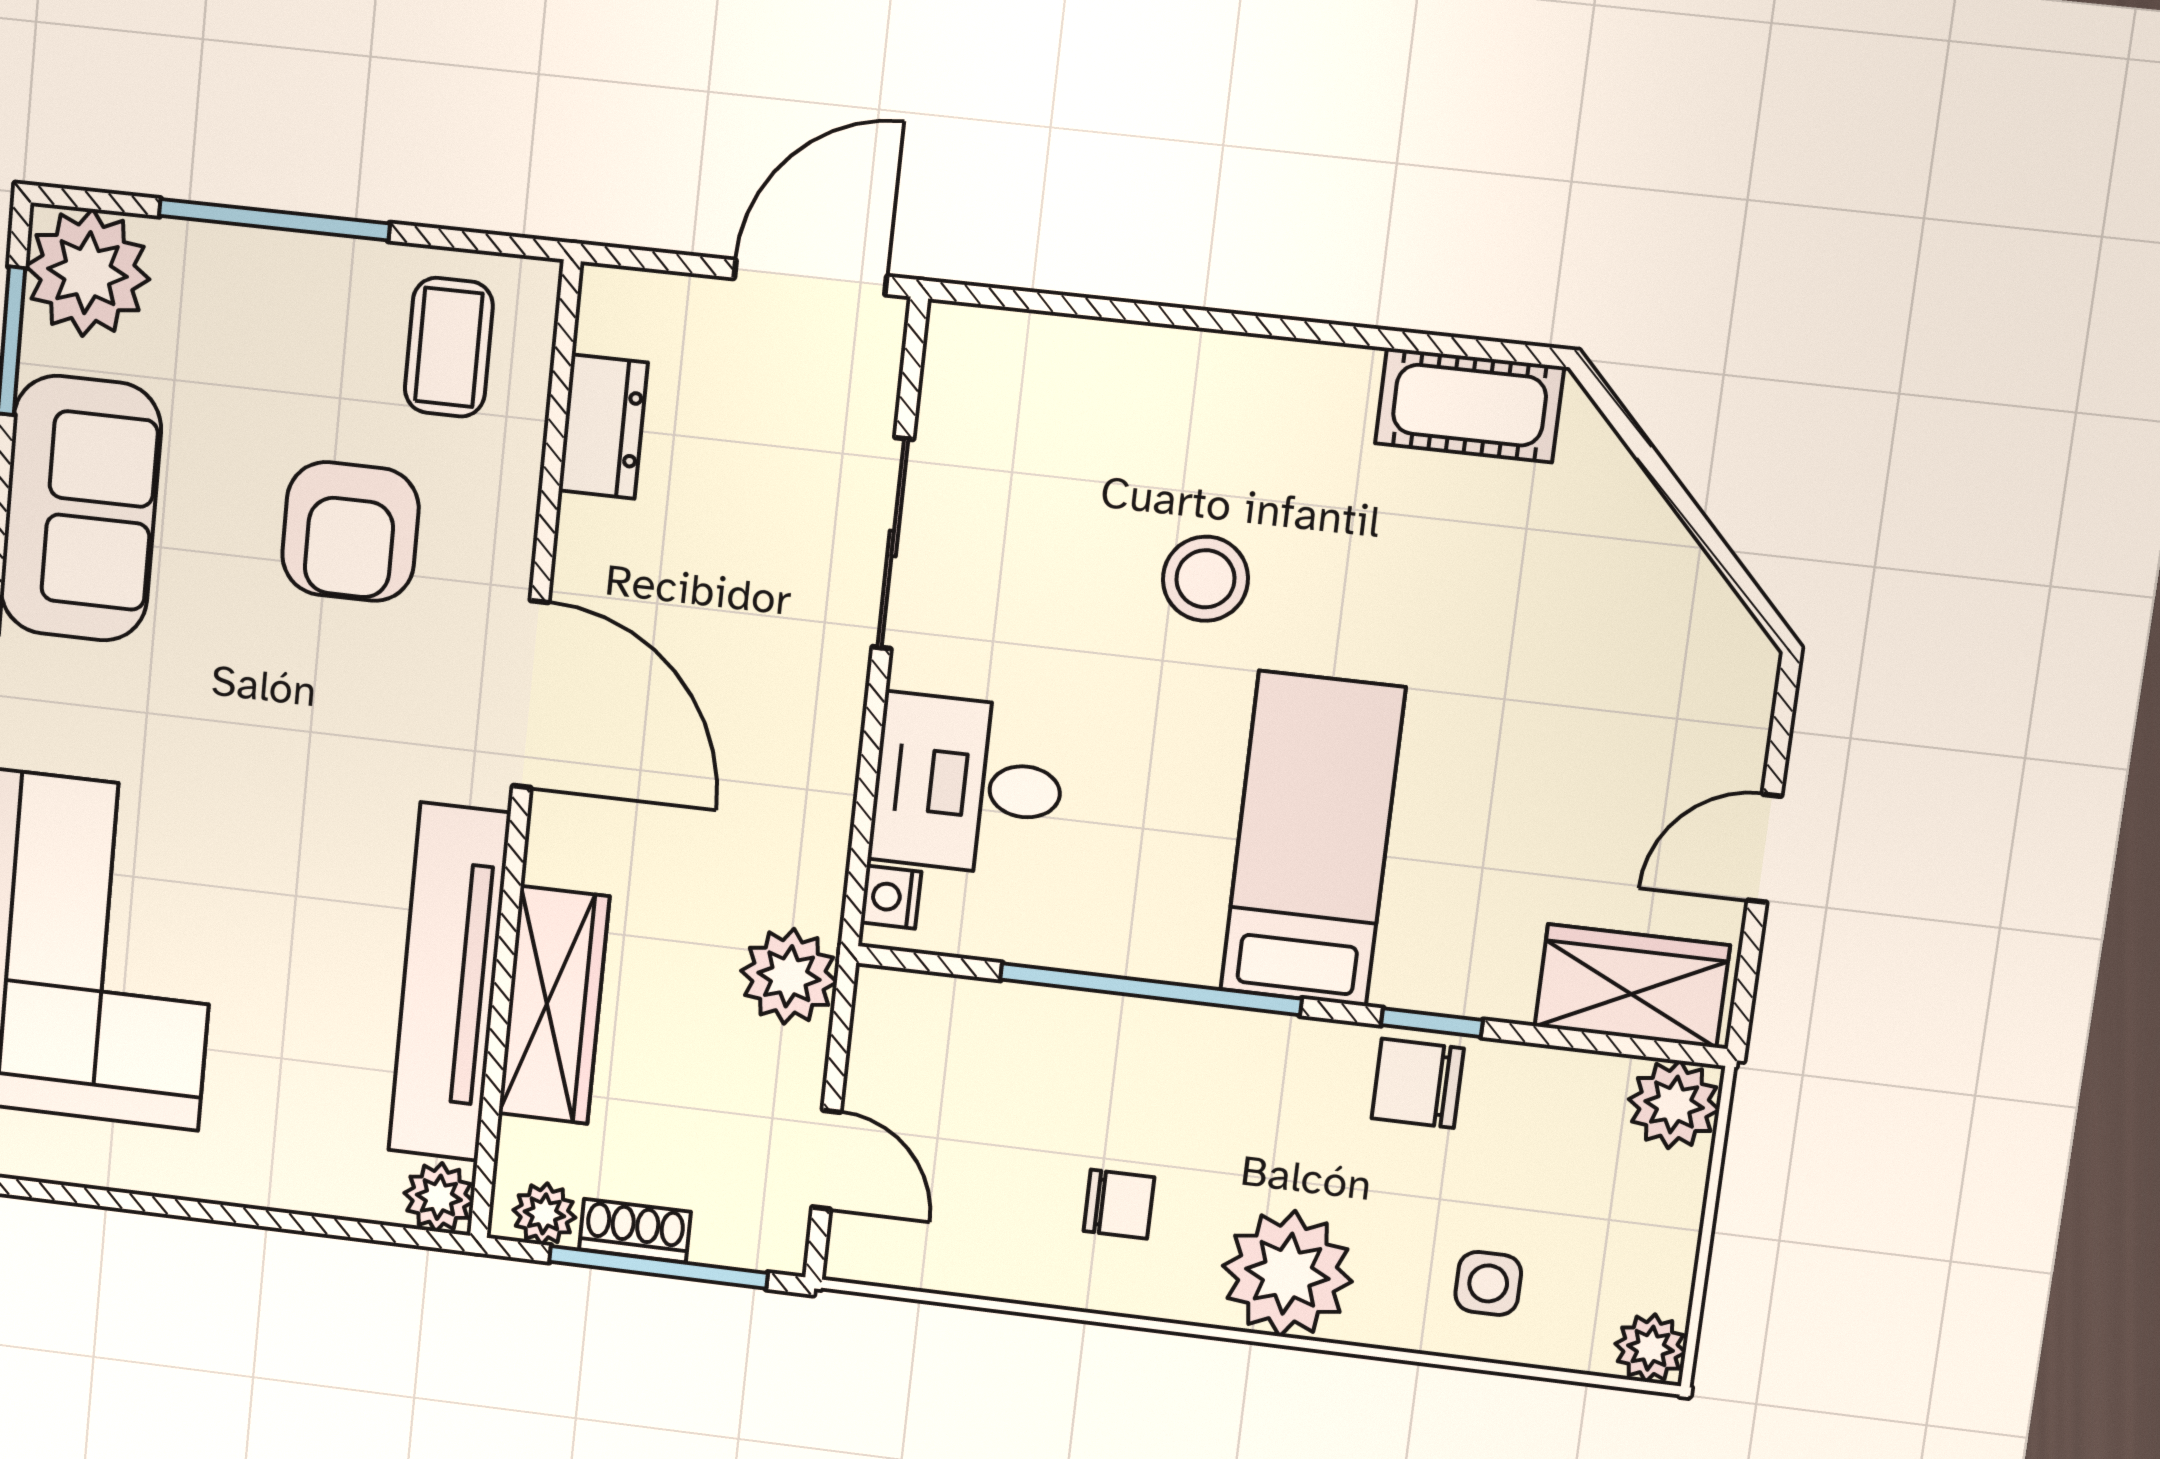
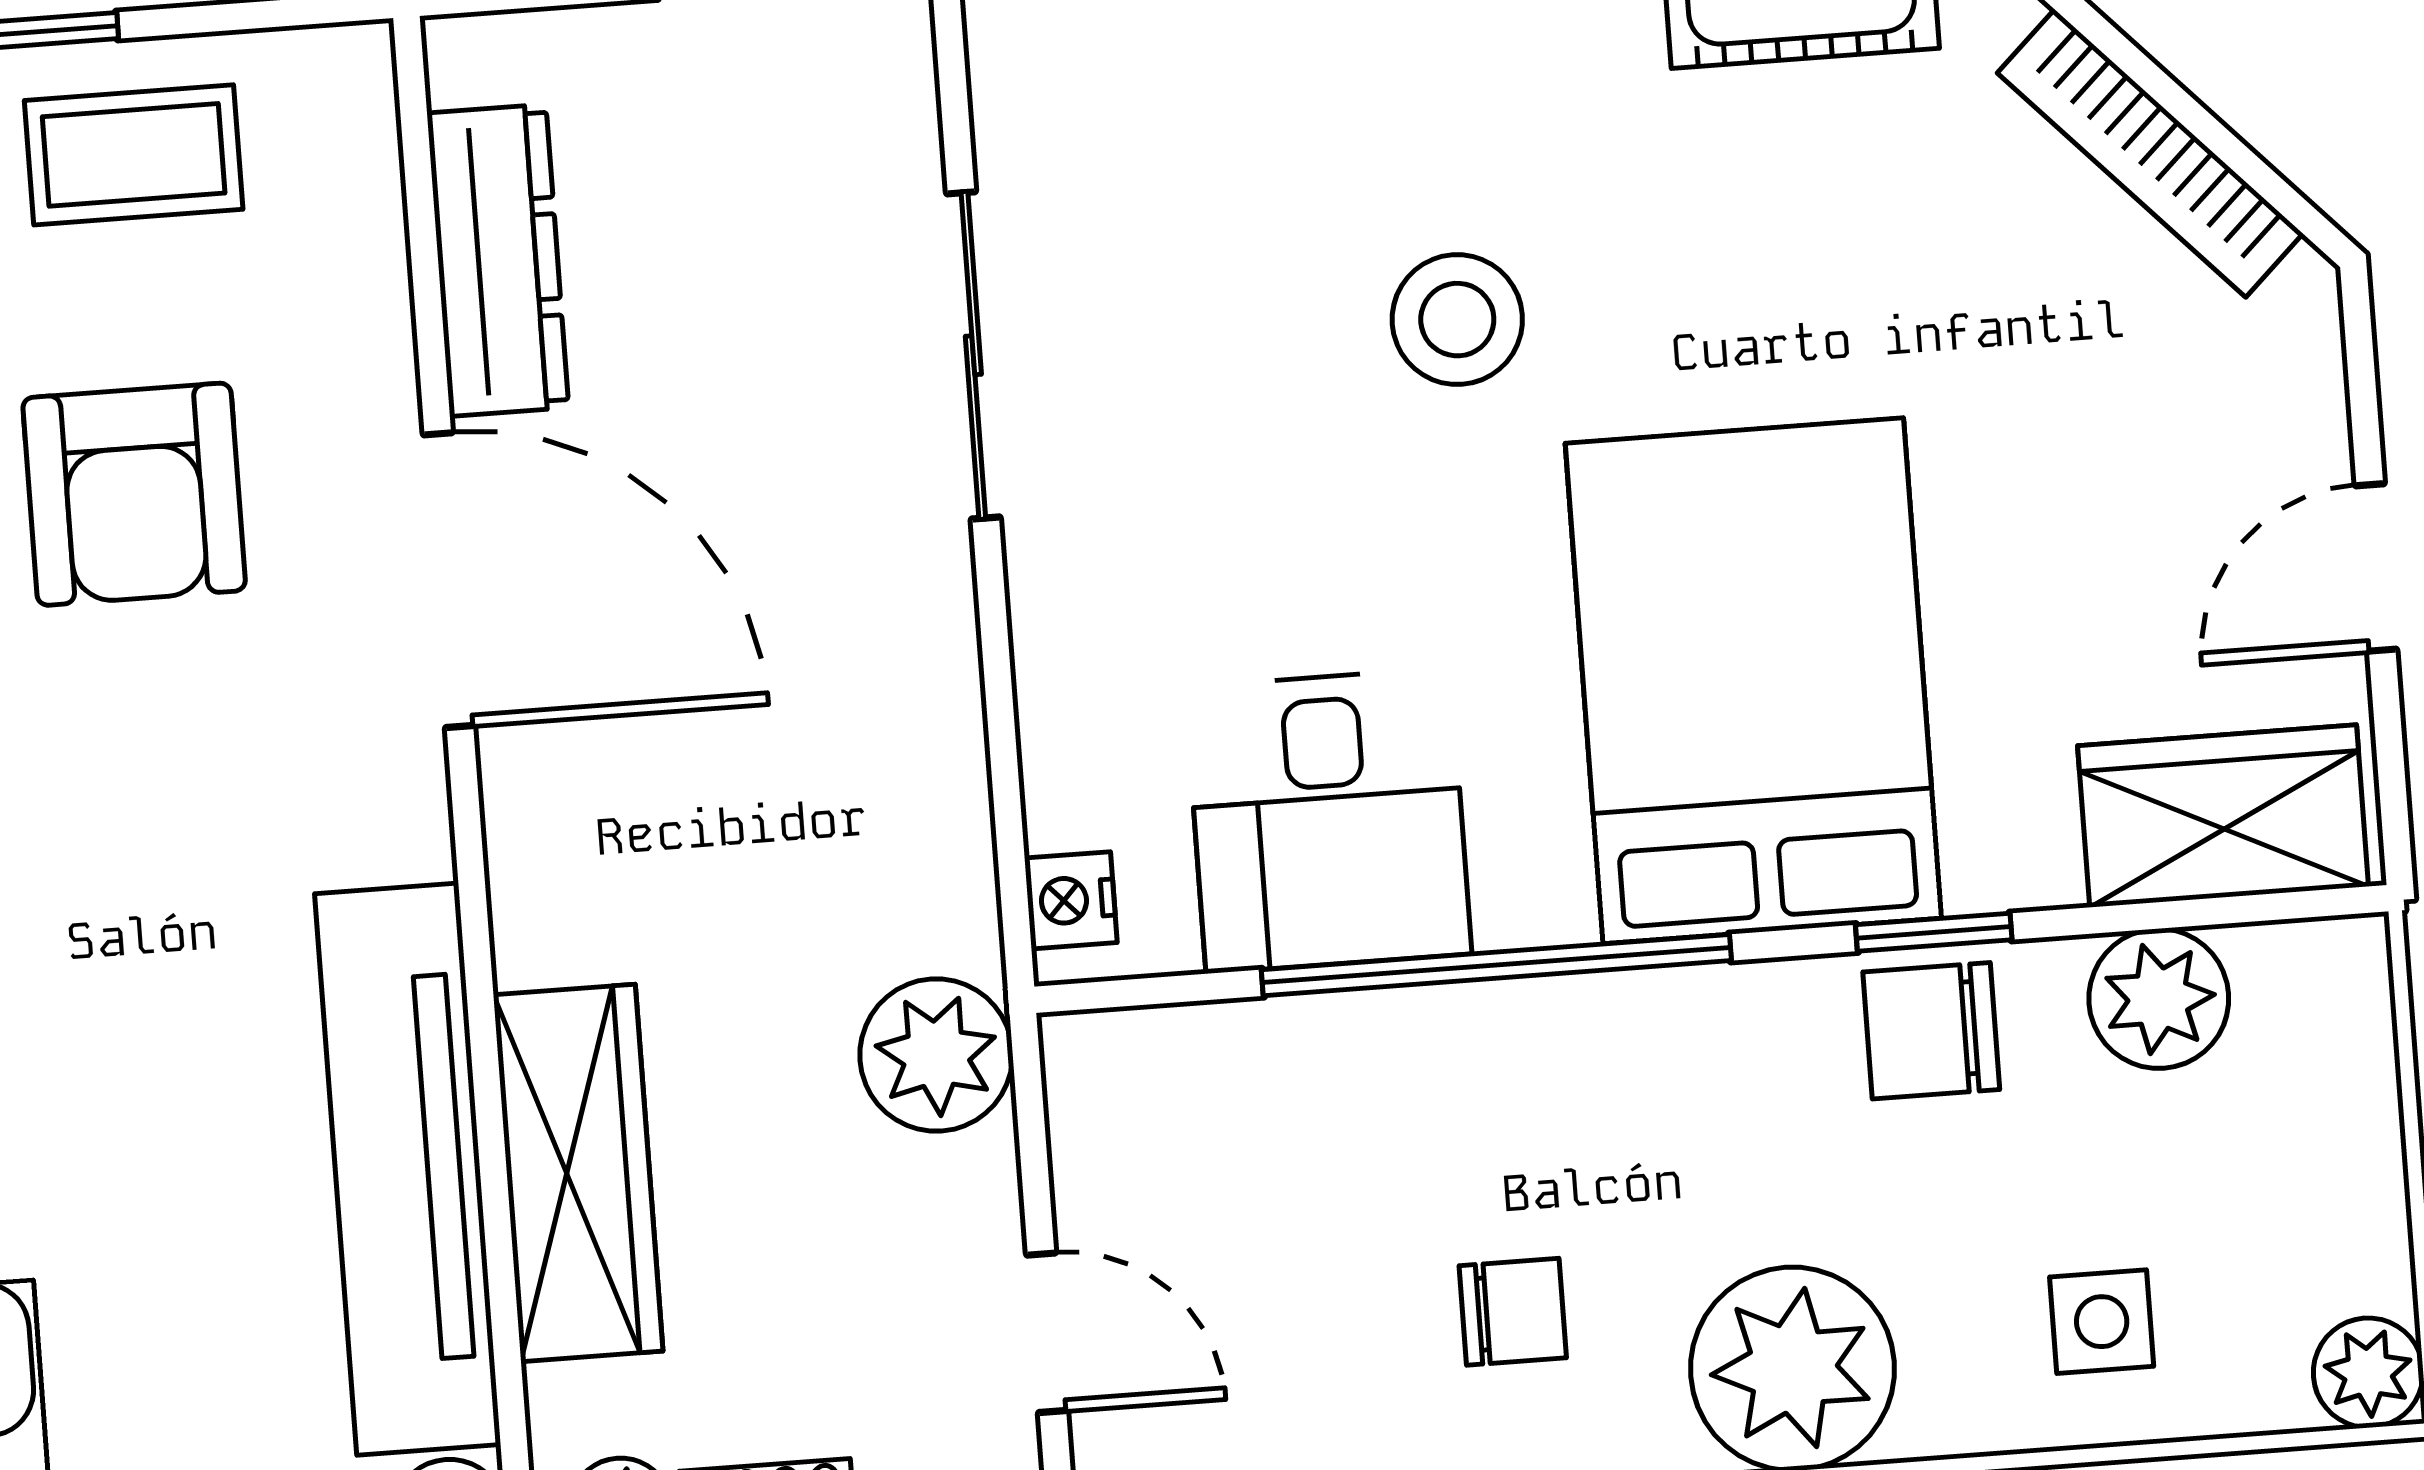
coffee table: (449, 347) -> (134, 155), moved, turned 90
dresser: (603, 427) -> (498, 260), width x1.44
bookcase: (1675, 556) -> (2150, 153), added
door: (531, 694) -> (449, 580), moved
desk: (968, 785) -> (1328, 821), moved, turned -90
bed: (1313, 839) -> (1753, 681), width x1.50
plant: (1674, 1104) -> (2159, 999), moved

